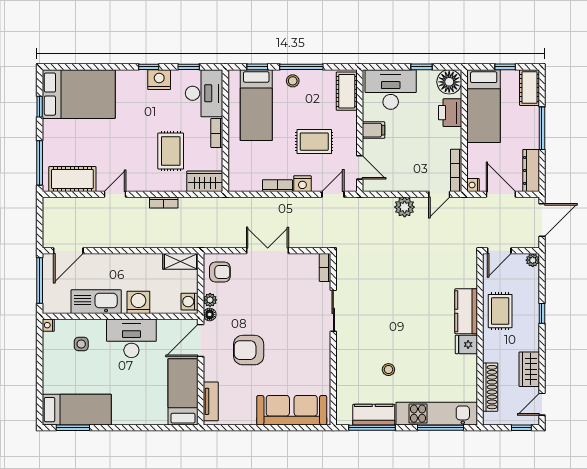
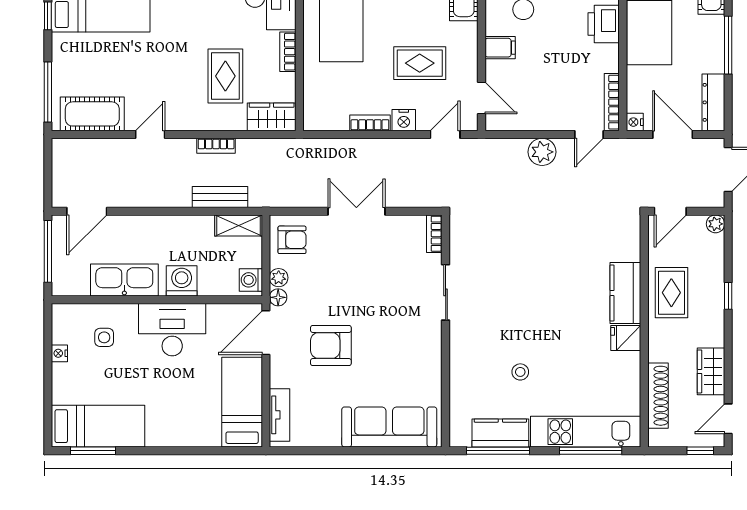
bench: (167, 240) -> (220, 197), added
nightstand: (48, 325) -> (59, 353), moved

